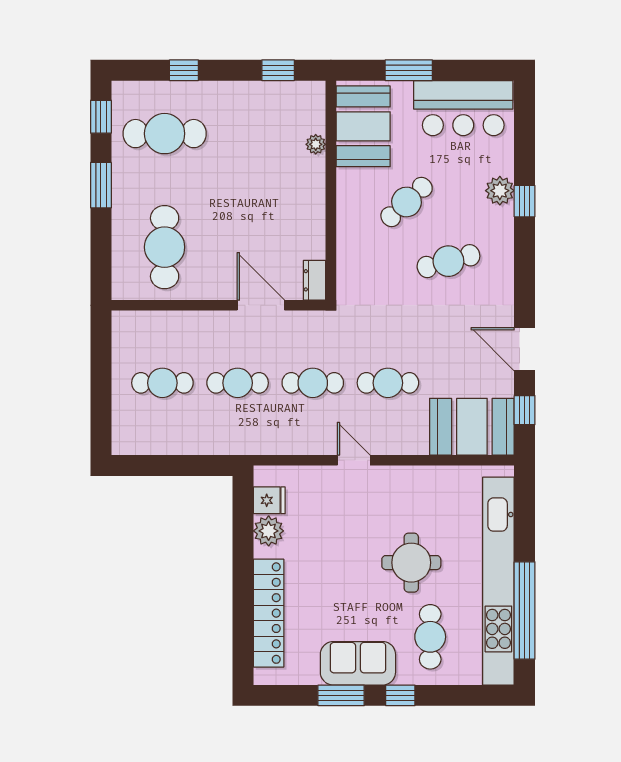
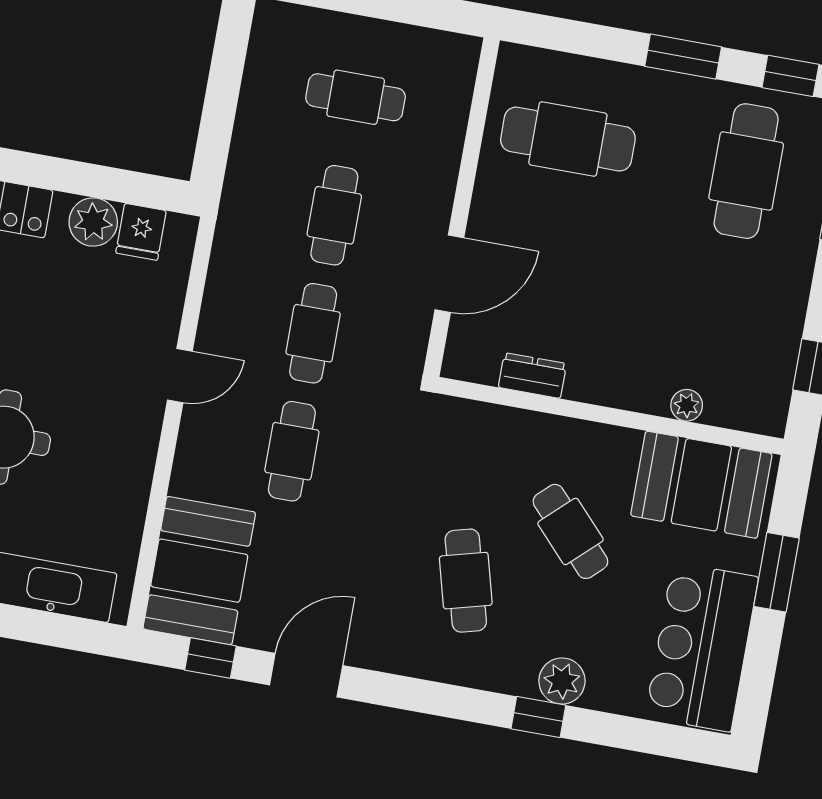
dresser: (315, 280) -> (532, 376), moved
cafe table: (162, 383) -> (356, 97), turned 90

